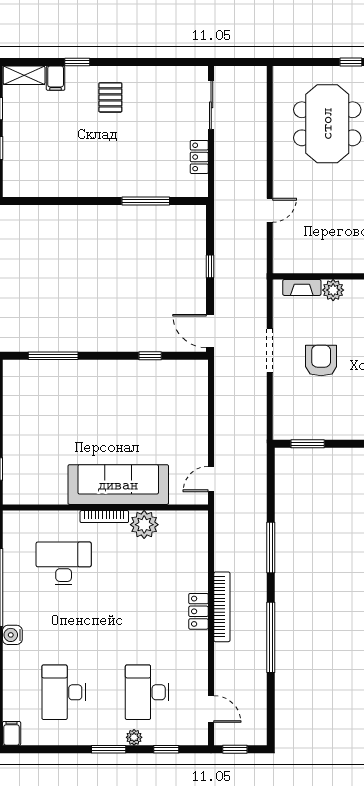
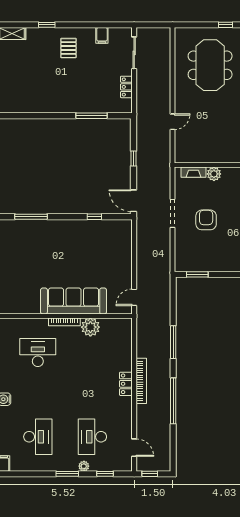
filing cabinet: (56, 78) -> (102, 35), moved
desk: (64, 692) -> (38, 437), turned 180

